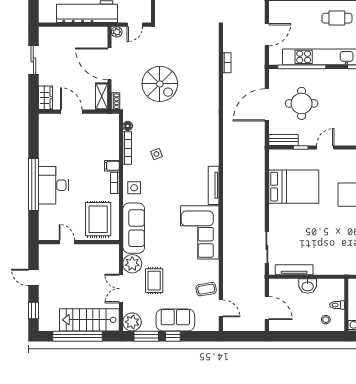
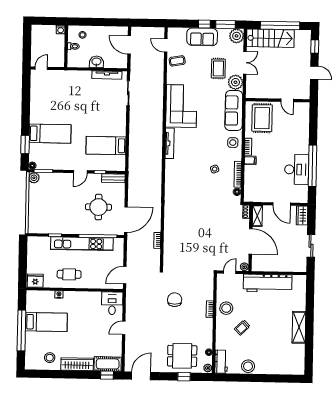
door: (267, 35) -> (125, 275), moved
spiral stairs: (160, 84) -> (211, 225), removed
door: (267, 105) -> (126, 220), moved
window: (33, 184) -> (312, 166), moved
desk: (53, 185) -> (297, 170), moved
bed: (294, 187) -> (106, 145), width x0.67

